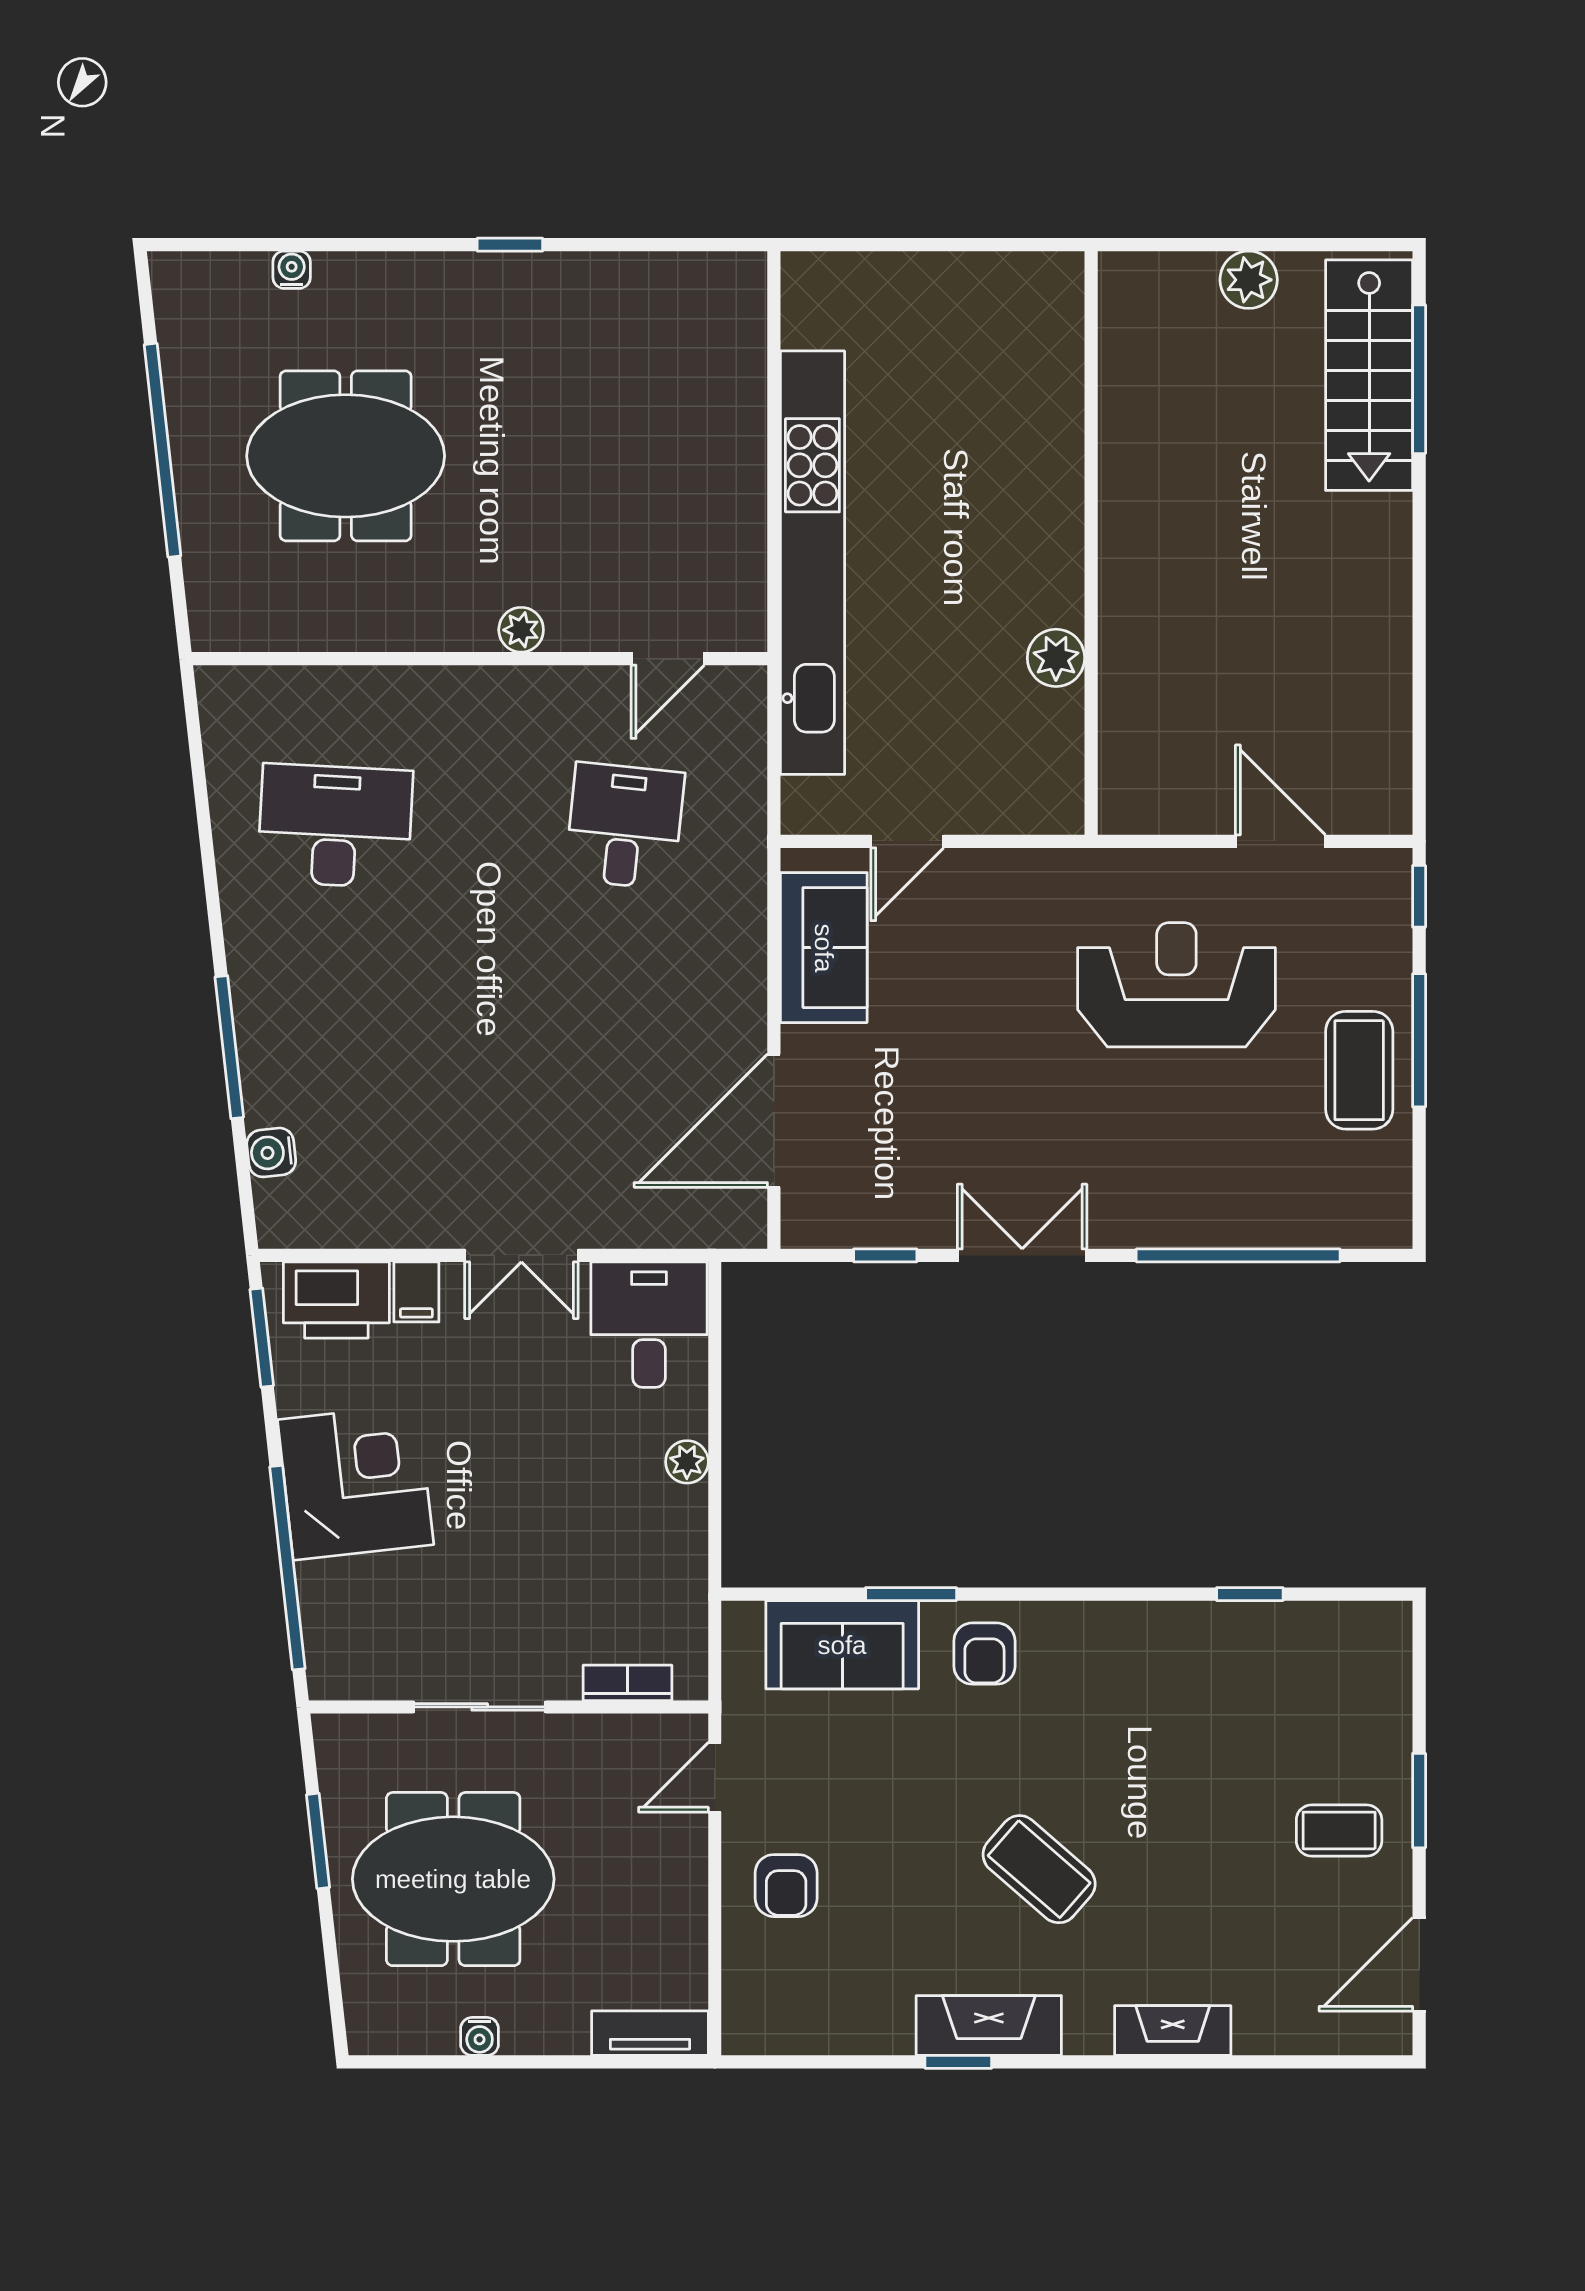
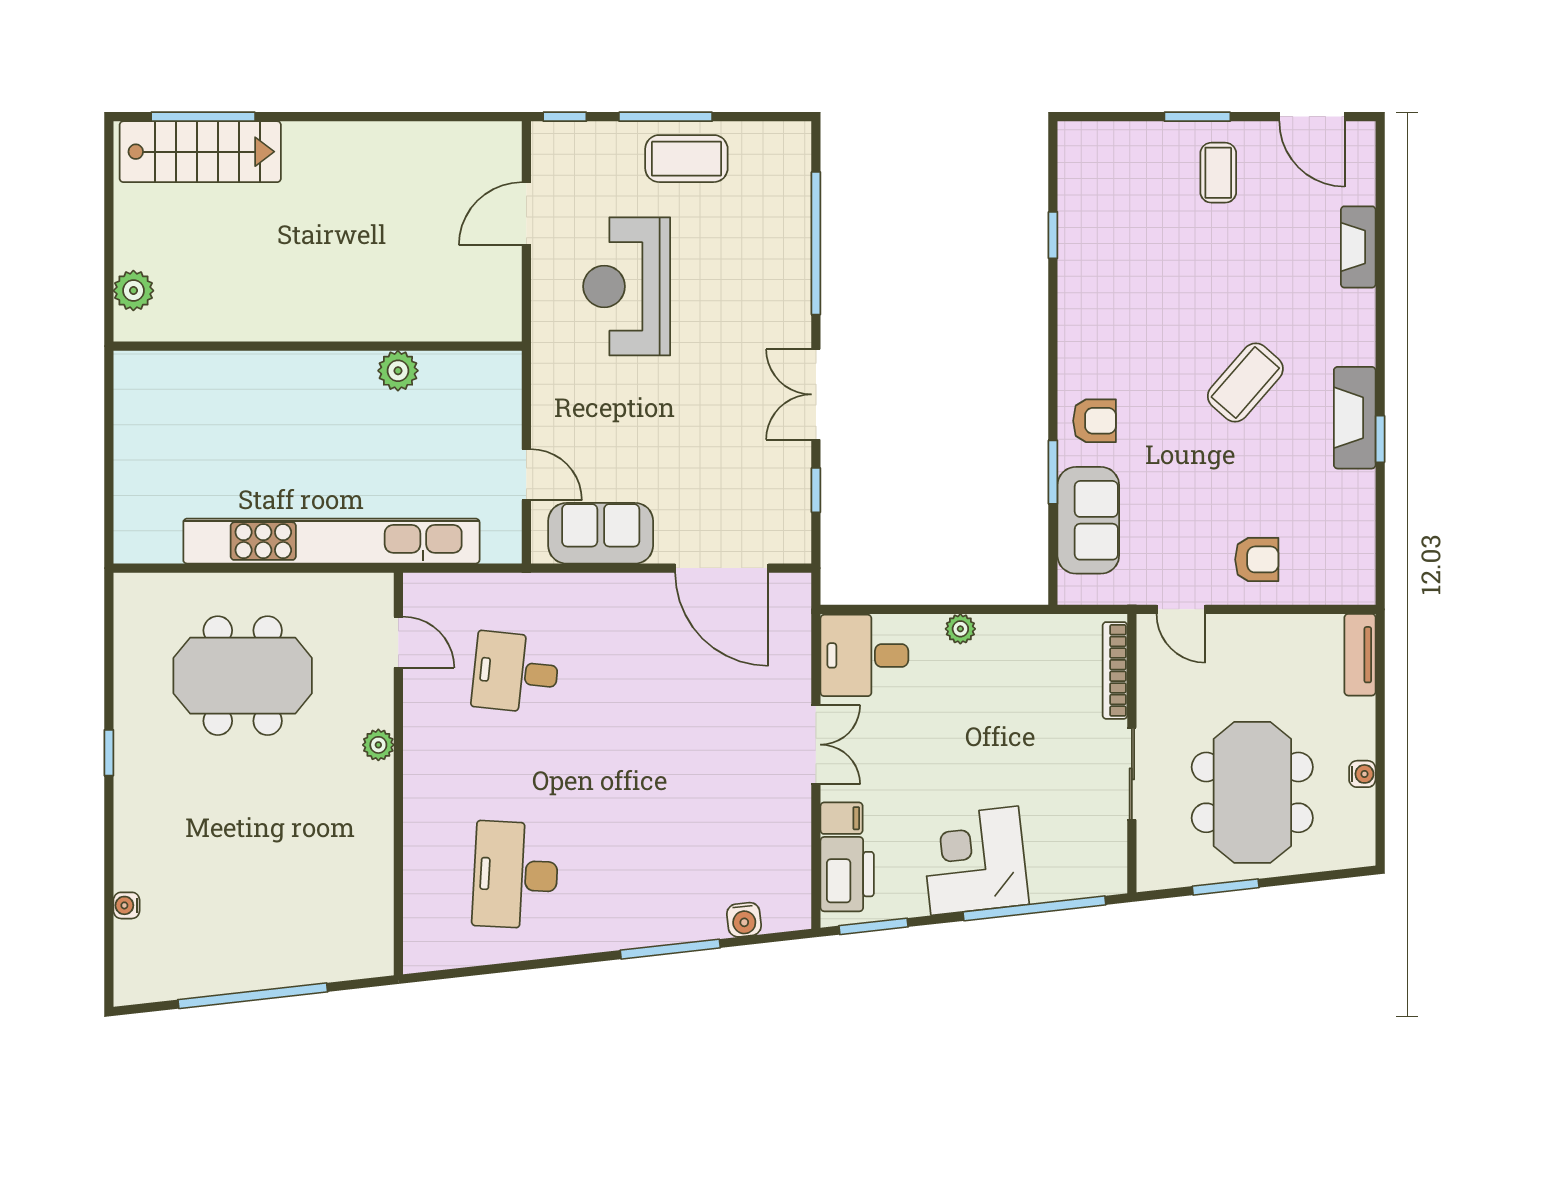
plant: (1249, 280) -> (133, 291), moved
meeting table: (346, 456) -> (243, 676), moved, turned 90
bookcase: (628, 1683) -> (1115, 670), width x1.56
fireplace: (1173, 2031) -> (1358, 247), moved

